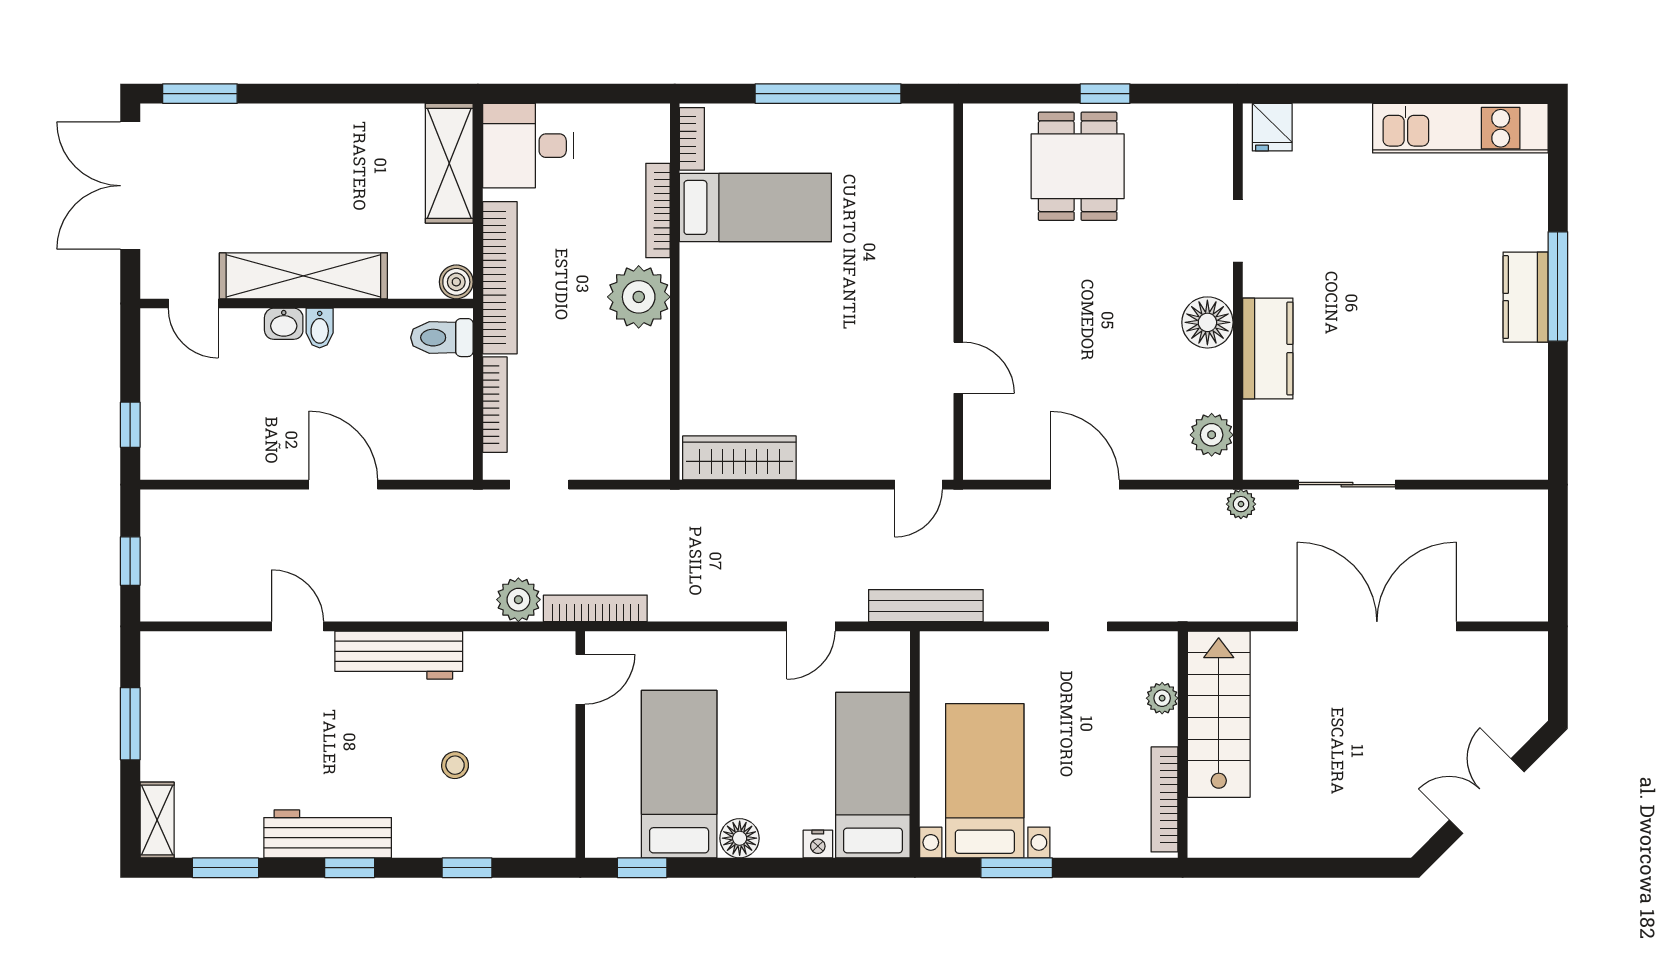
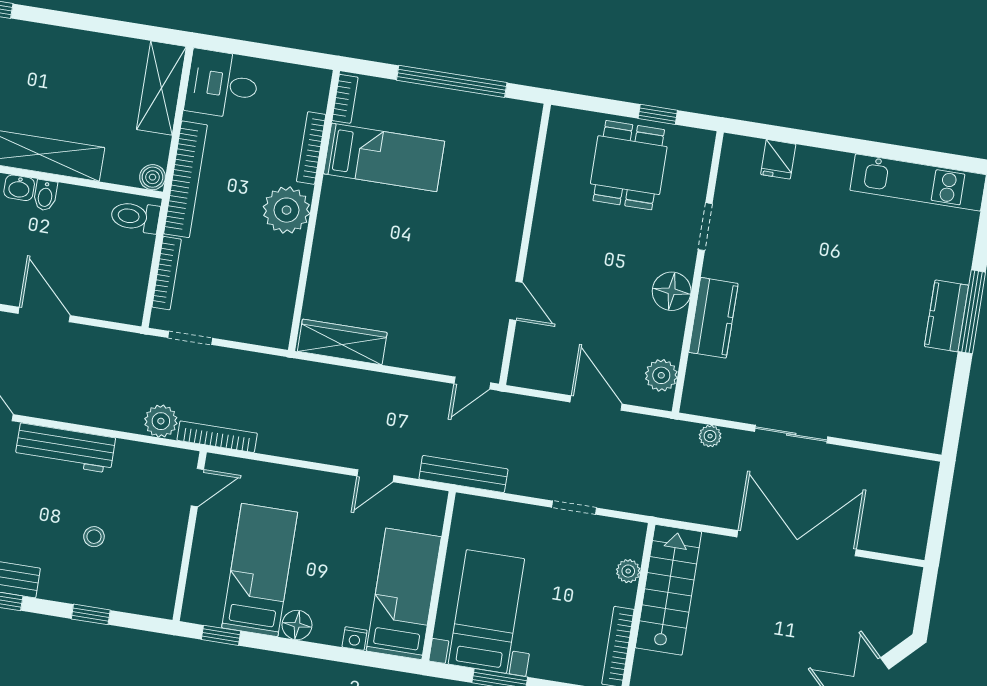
doorway: (1238, 231) -> (705, 227), moved
wall: (1238, 292) -> (698, 272), moved
floor lamp: (1207, 322) -> (672, 291), moved
kitchen counter: (1268, 348) -> (713, 318), moved
plant: (1212, 435) -> (661, 375), moved

